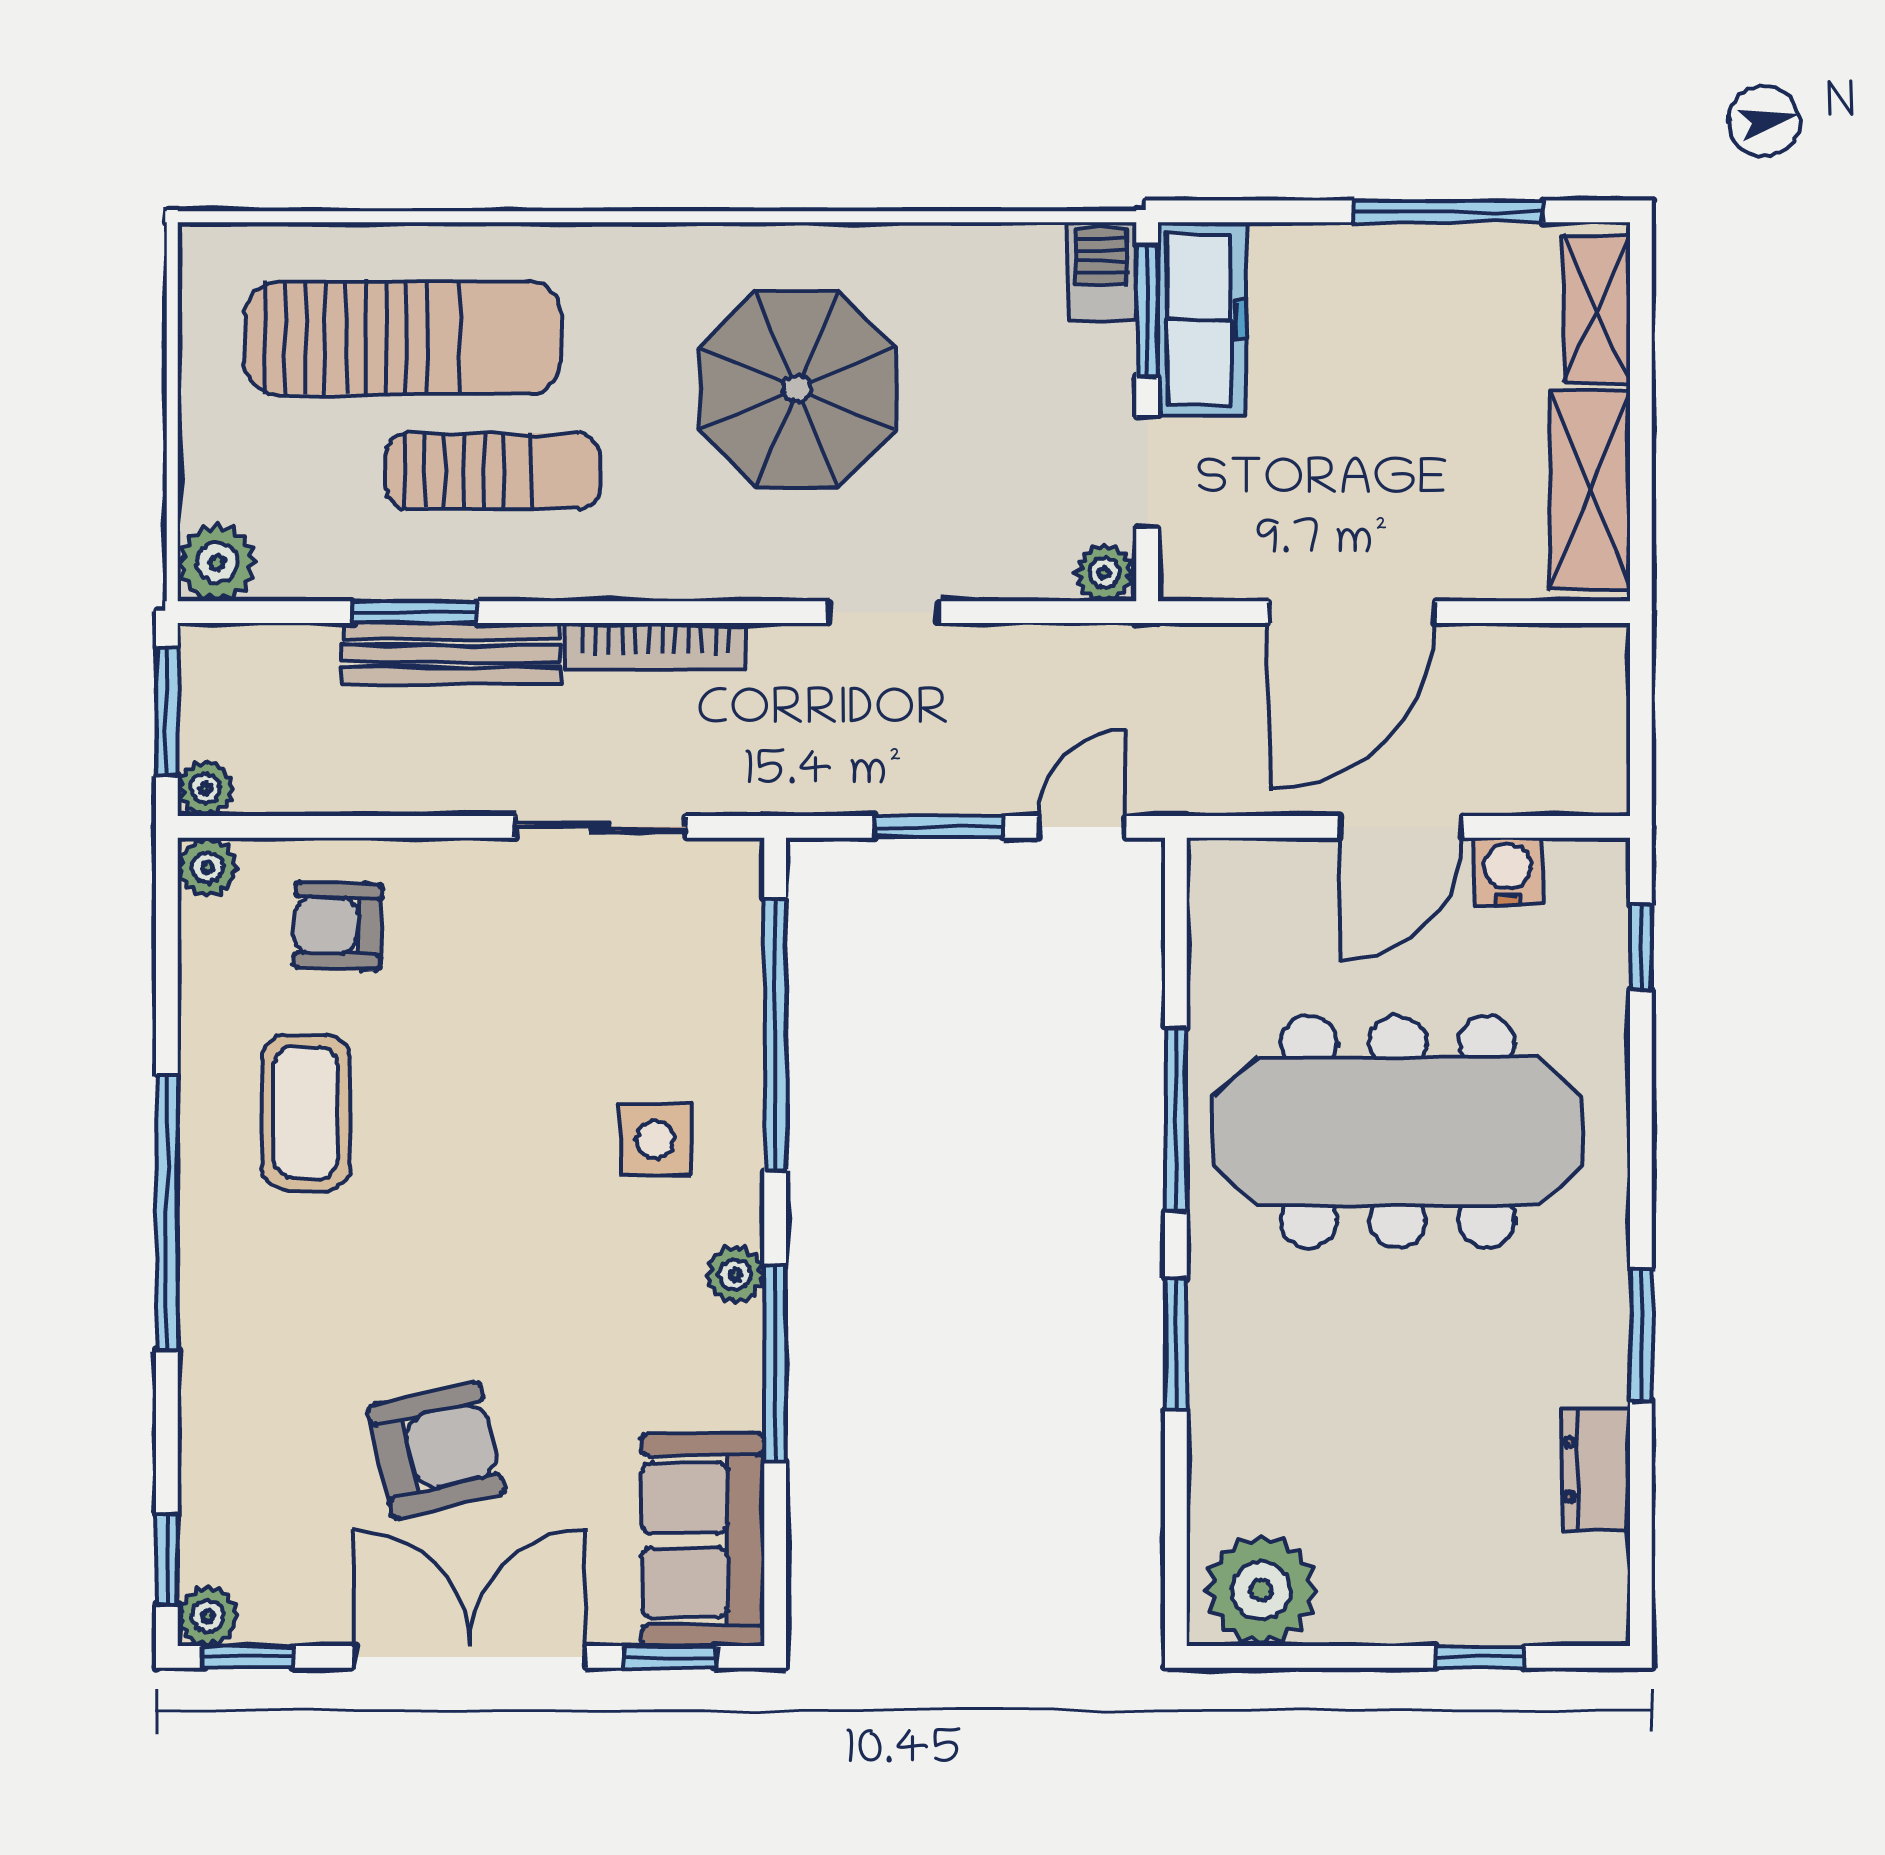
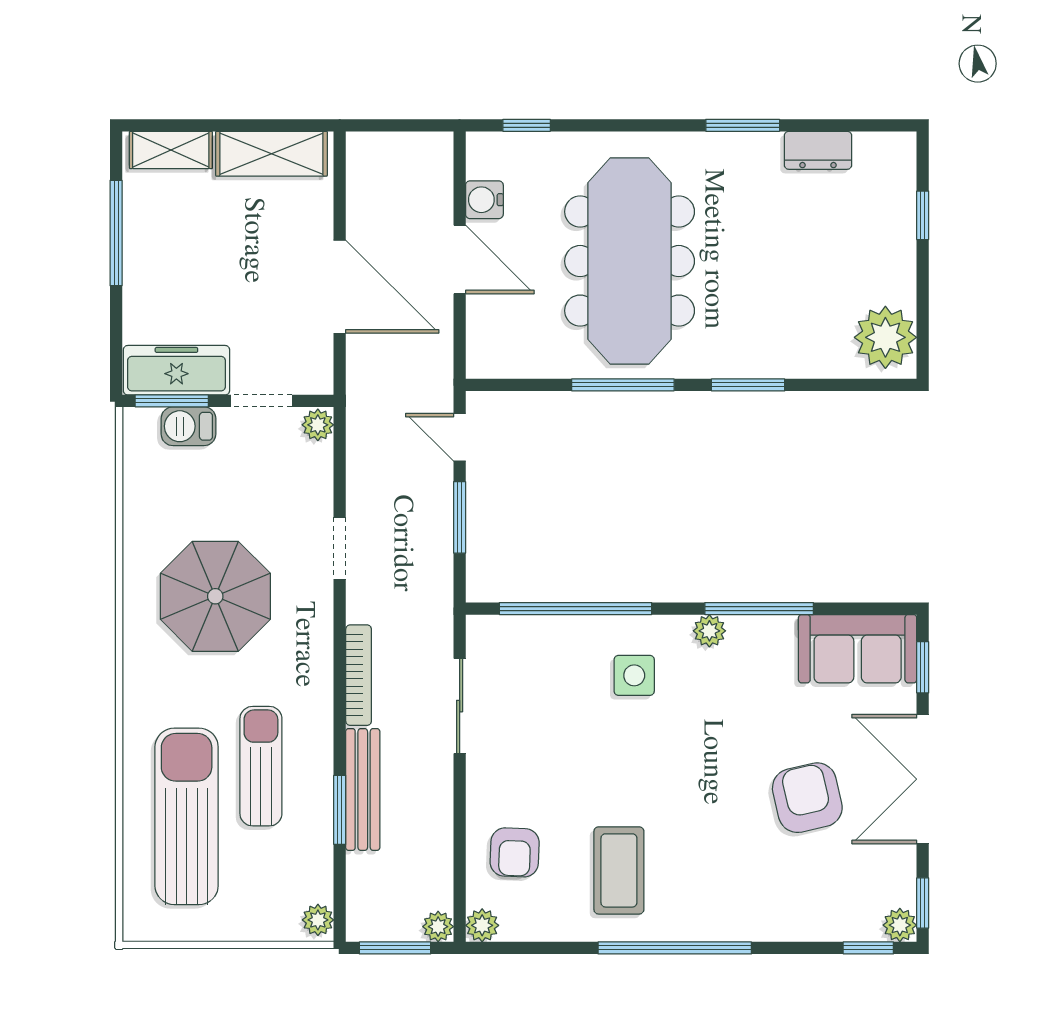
barbecue: (1102, 271) -> (188, 426), moved
plant: (217, 562) -> (318, 920), width x0.73, depth x0.73
coffee table: (306, 1112) -> (619, 870), turned 90

